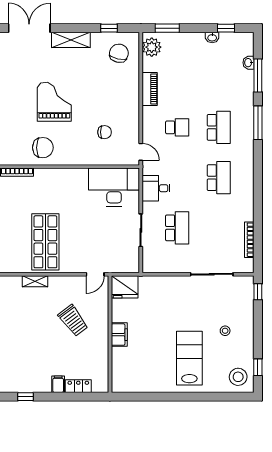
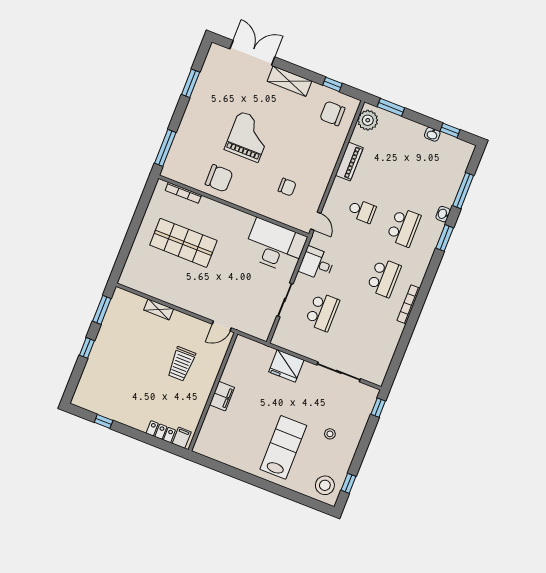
chair: (119, 53) -> (332, 113), turned -103
washbasin: (248, 63) -> (443, 214), moved
window: (258, 123) -> (445, 238), width x0.69
bookcase: (249, 240) -> (409, 304), moved
shop shelf: (45, 242) -> (183, 243), moved, turned 90
fridge: (125, 287) -> (286, 366), moved
trolley: (73, 321) -> (181, 364), turned 37
filing cabinet: (58, 384) -> (182, 438), moved

